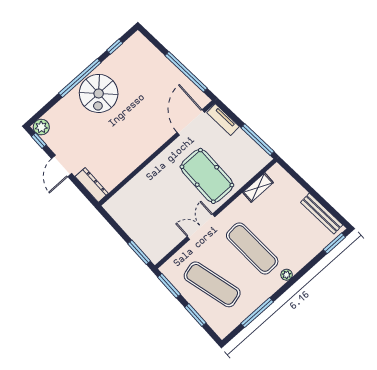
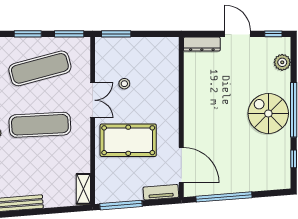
plant: (41, 127) -> (282, 62), moved
shelving: (258, 188) -> (83, 189), moved
stool: (169, 215) -> (124, 84), added

